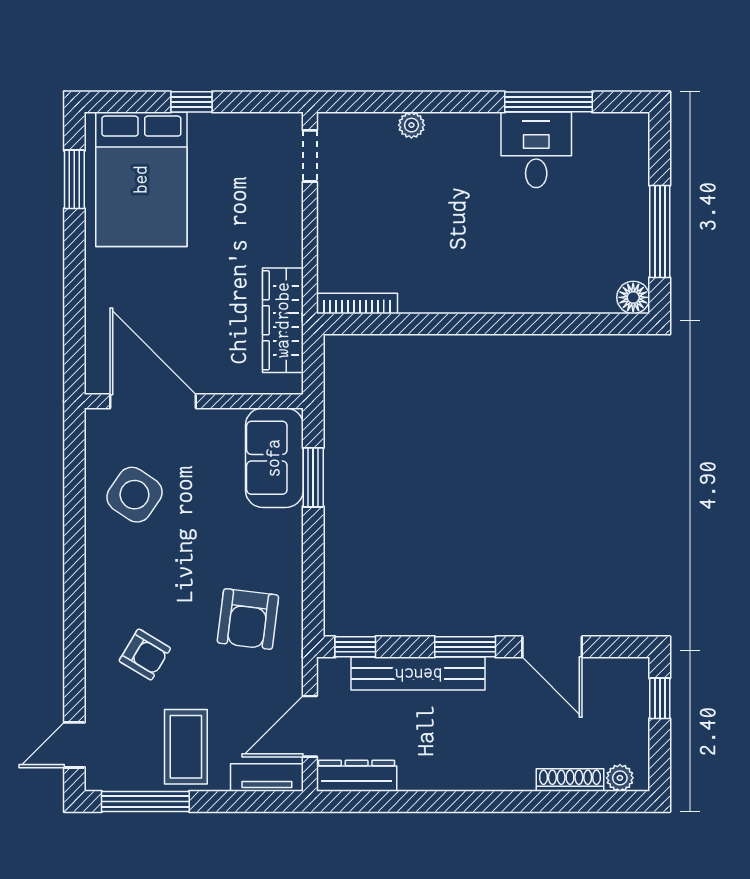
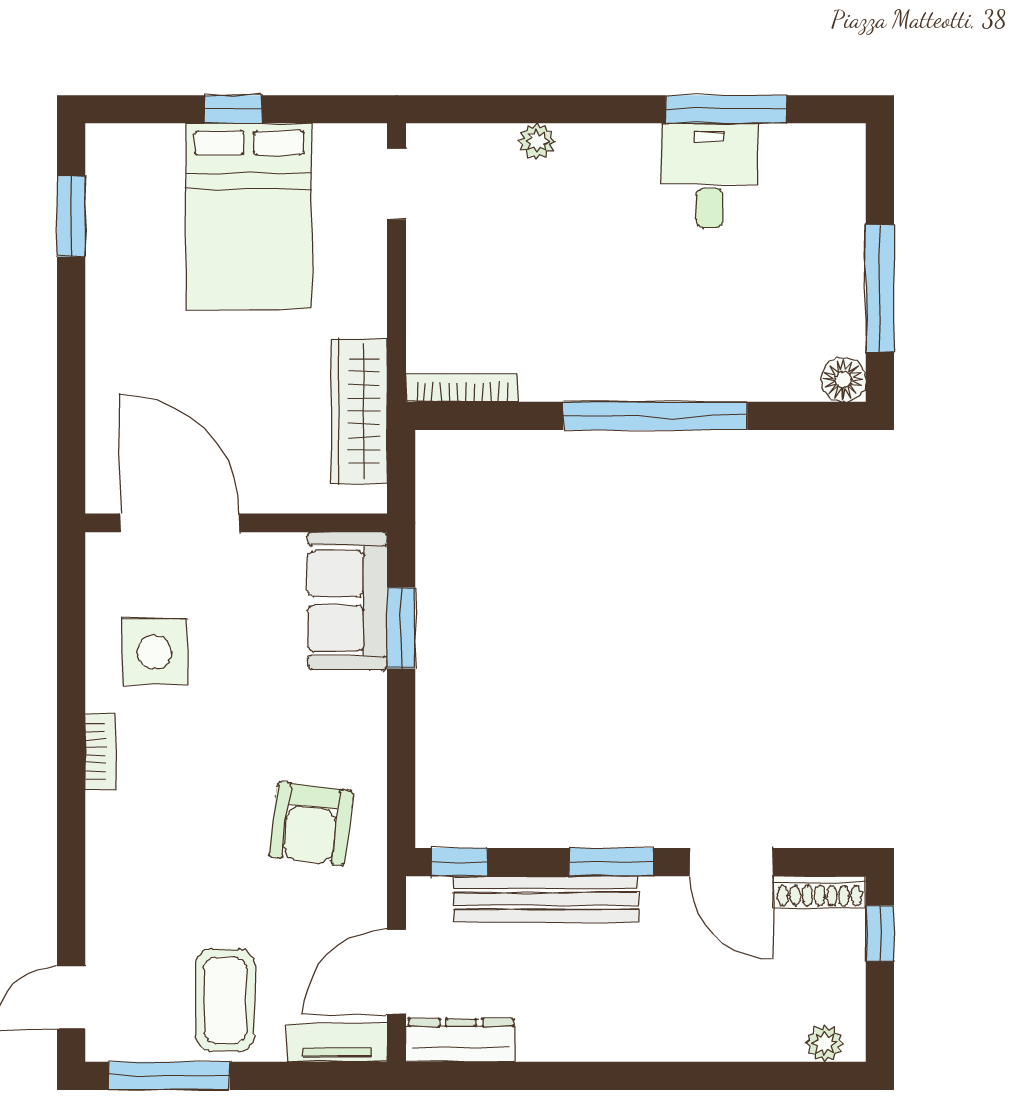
bed: (141, 179) -> (249, 216), moved
window: (497, 324) -> (655, 416), added
side table: (134, 495) -> (154, 652), turned -34
bookcase: (95, 567) -> (100, 752), added
armchair: (145, 655) -> (169, 873), removed
shoe rack: (570, 780) -> (819, 892), moved, turned 180

